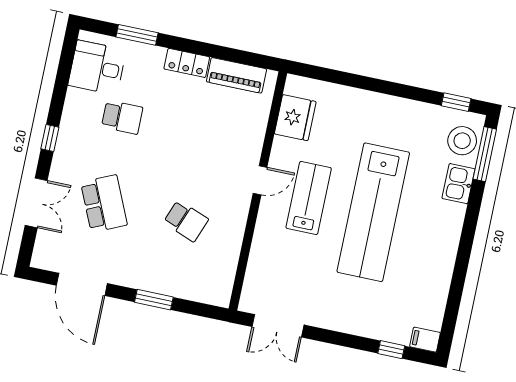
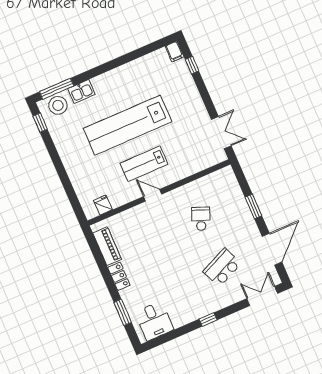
school desk: (122, 117) -> (171, 290), removed
fridge: (295, 118) -> (103, 205), width x0.53, depth x0.75
double door: (36, 203) -> (262, 296), moved
lab bench: (373, 212) -> (128, 125), turned 180

